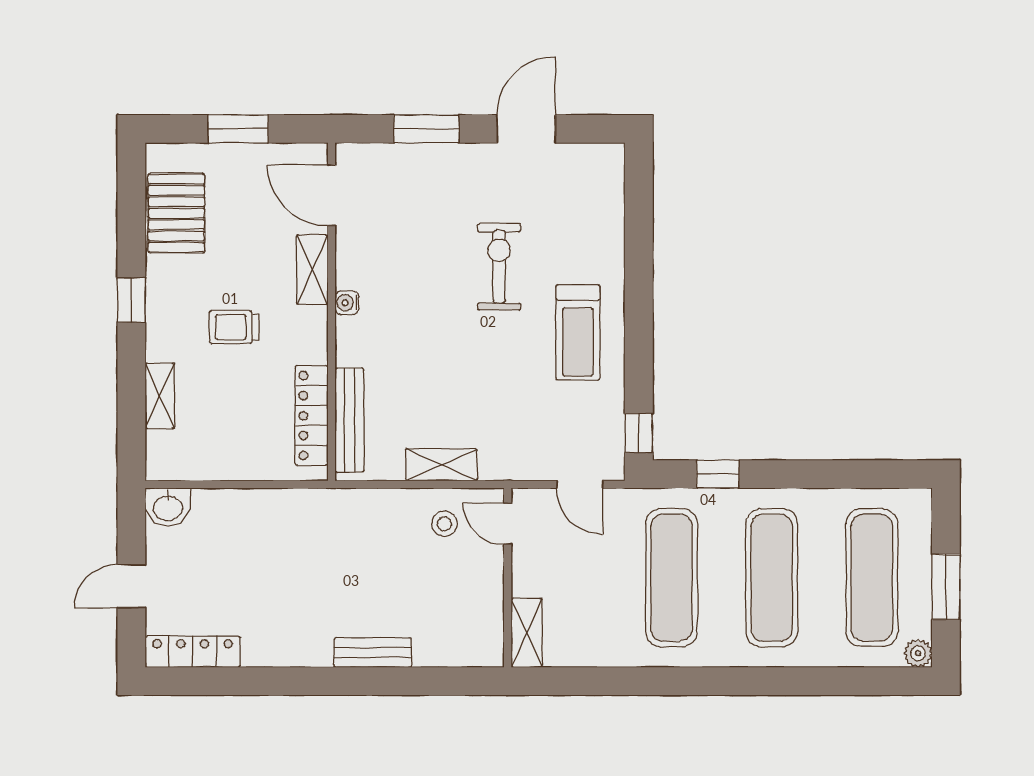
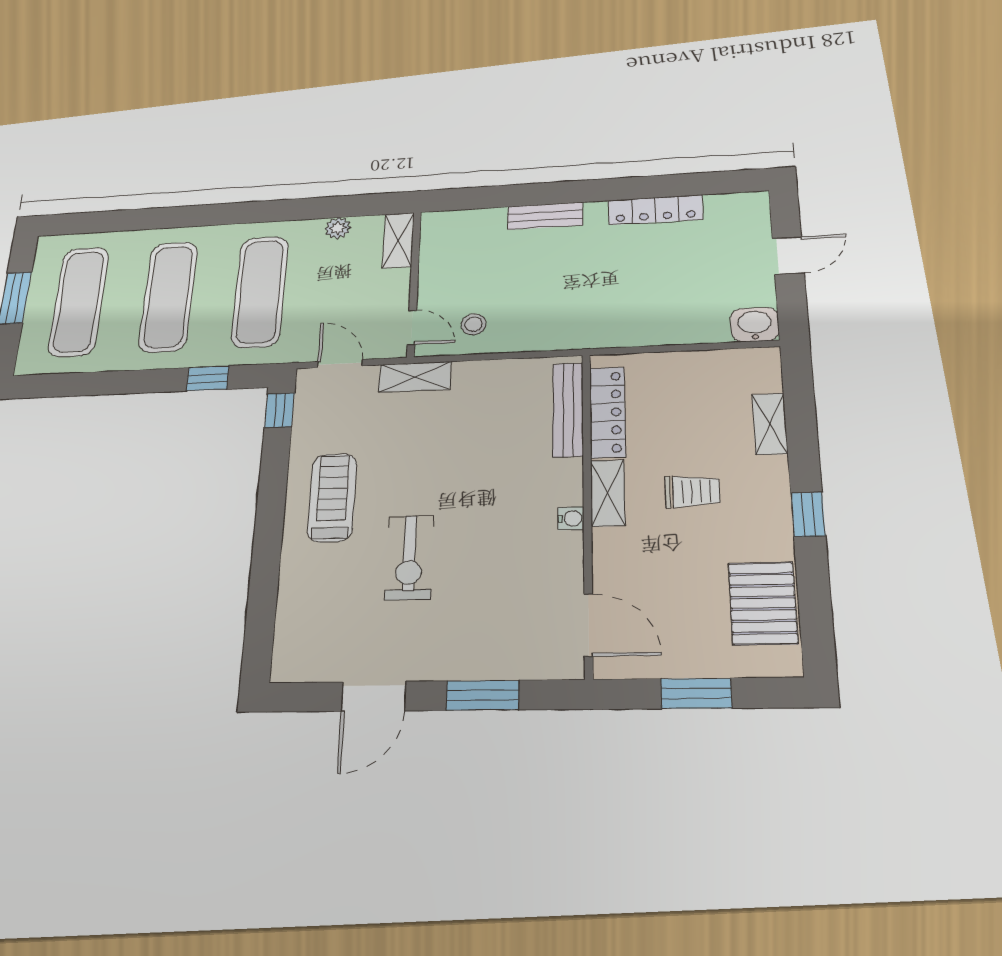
shelving: (312, 270) -> (608, 493), moved
shelving: (441, 465) -> (415, 377), moved
locker: (193, 652) -> (655, 210), moved
plant: (918, 653) -> (338, 228), moved

